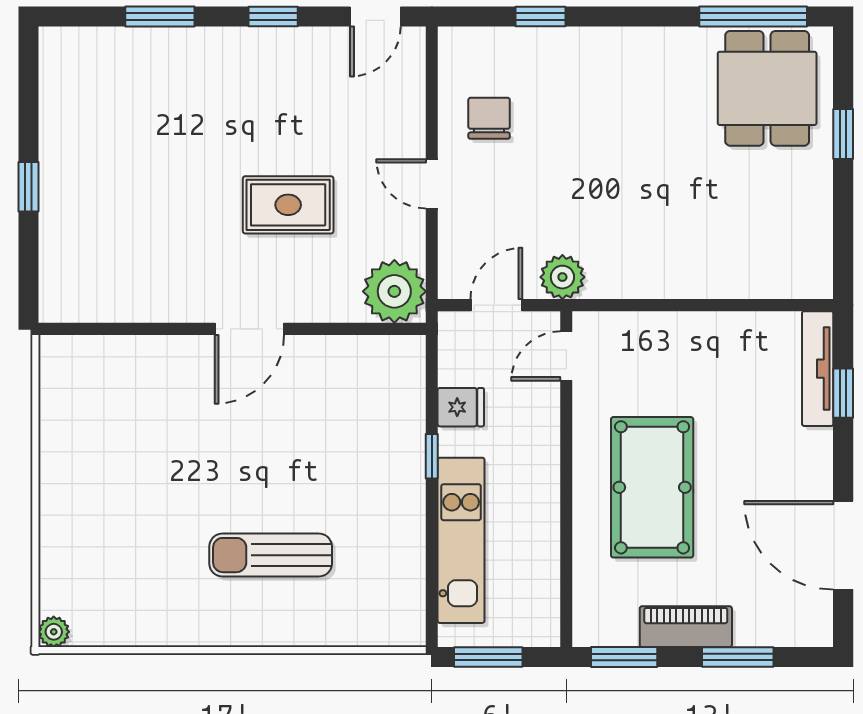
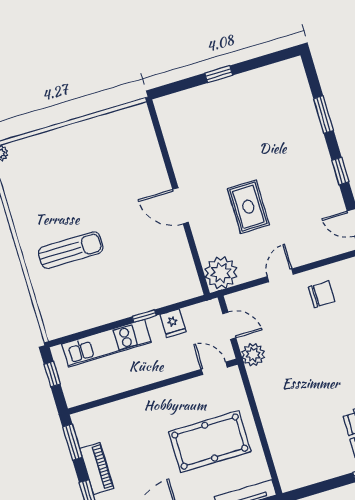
pool table: (652, 487) -> (210, 442), moved
sun lounger: (271, 555) -> (71, 250), turned 90
window: (488, 657) -> (52, 374), width x0.67

